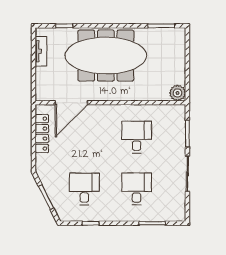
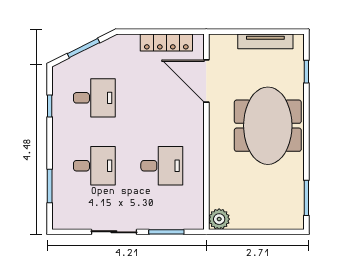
tv unit: (41, 51) -> (265, 41), width x1.41
meeting table: (106, 56) -> (268, 126), width x0.73

